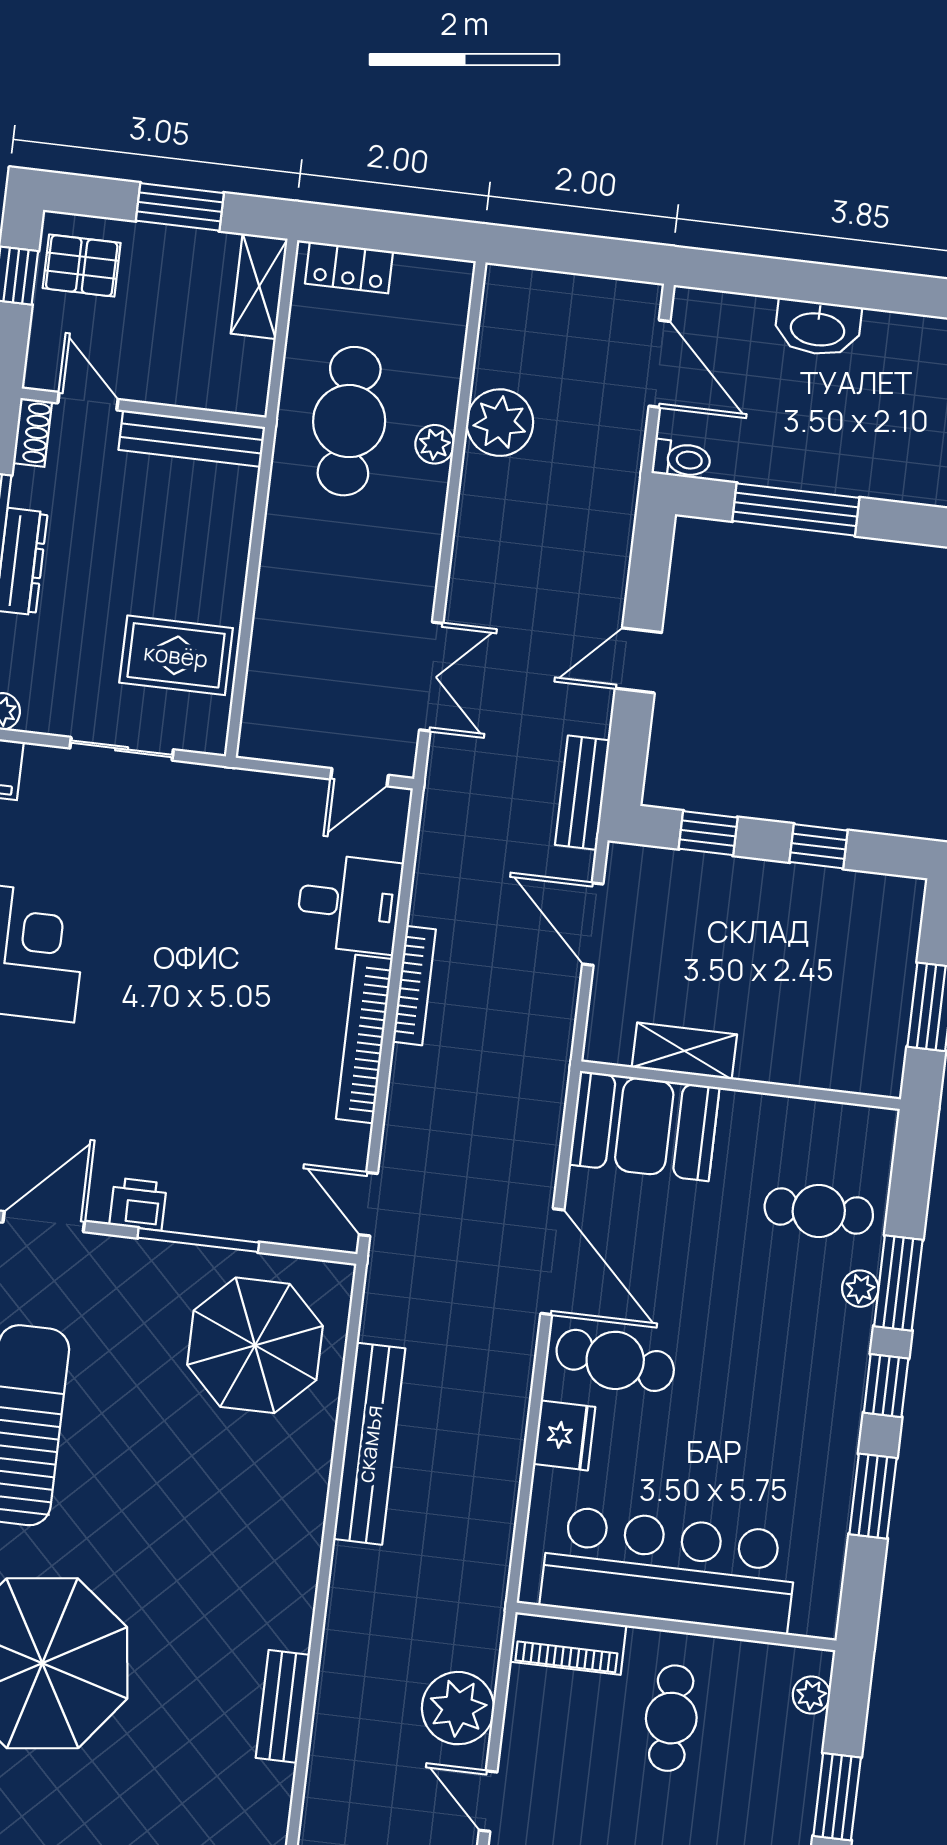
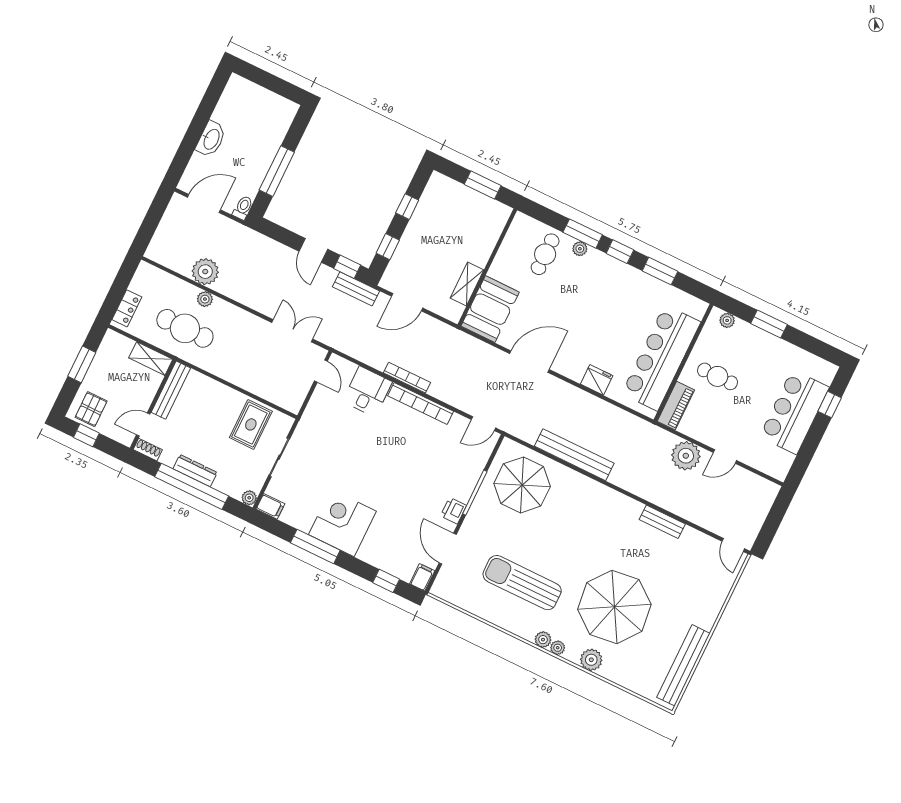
shelving: (259, 286) -> (151, 359), moved
window: (627, 754) -> (347, 267), added
cafe table: (615, 1360) -> (575, 351), removed

